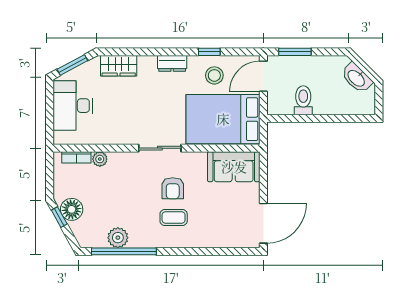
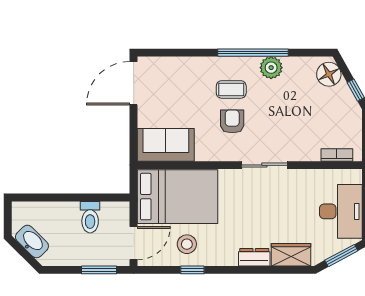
dresser: (172, 63) -> (254, 257), moved
sliding door: (160, 148) -> (264, 165), moved
plant: (100, 159) -> (312, 153), removed
floor lamp: (72, 209) -> (329, 74), moved
plant: (118, 238) -> (271, 68), moved
window: (124, 251) -> (253, 53), moved

